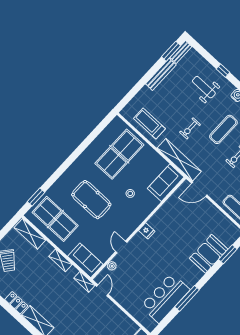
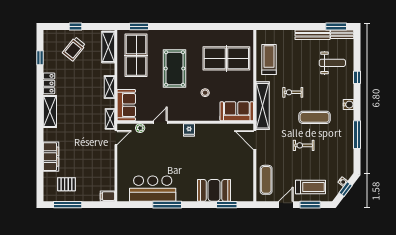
weight bench: (204, 87) -> (332, 63), moved, turned 90

